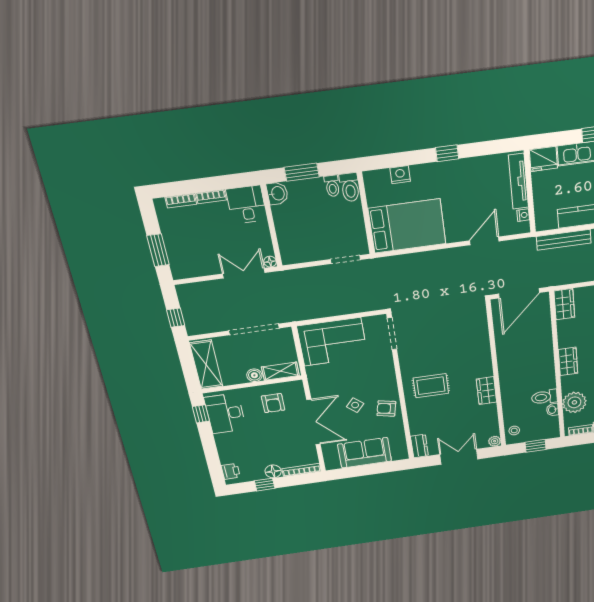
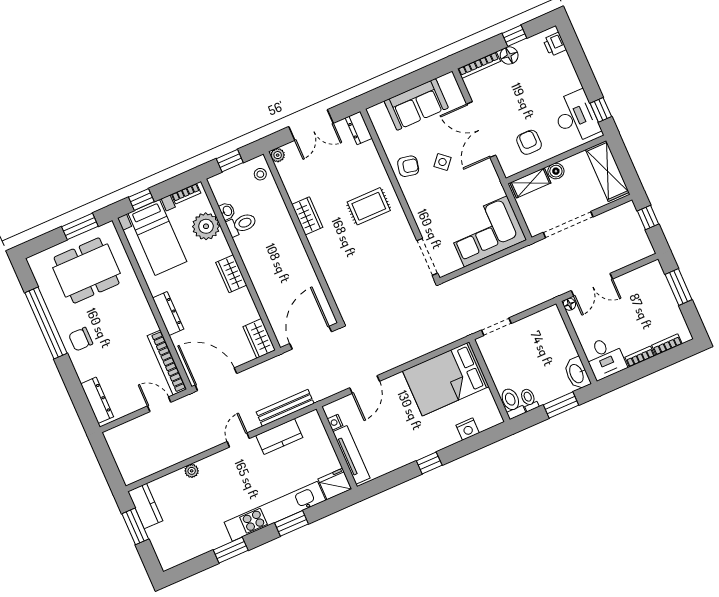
washbasin: (277, 193) -> (577, 373), width x1.38

